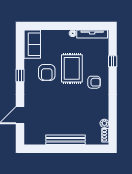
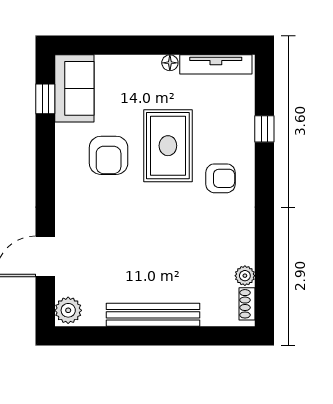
window: (20, 76) -> (45, 99), moved
plant: (30, 138) -> (68, 310), added

